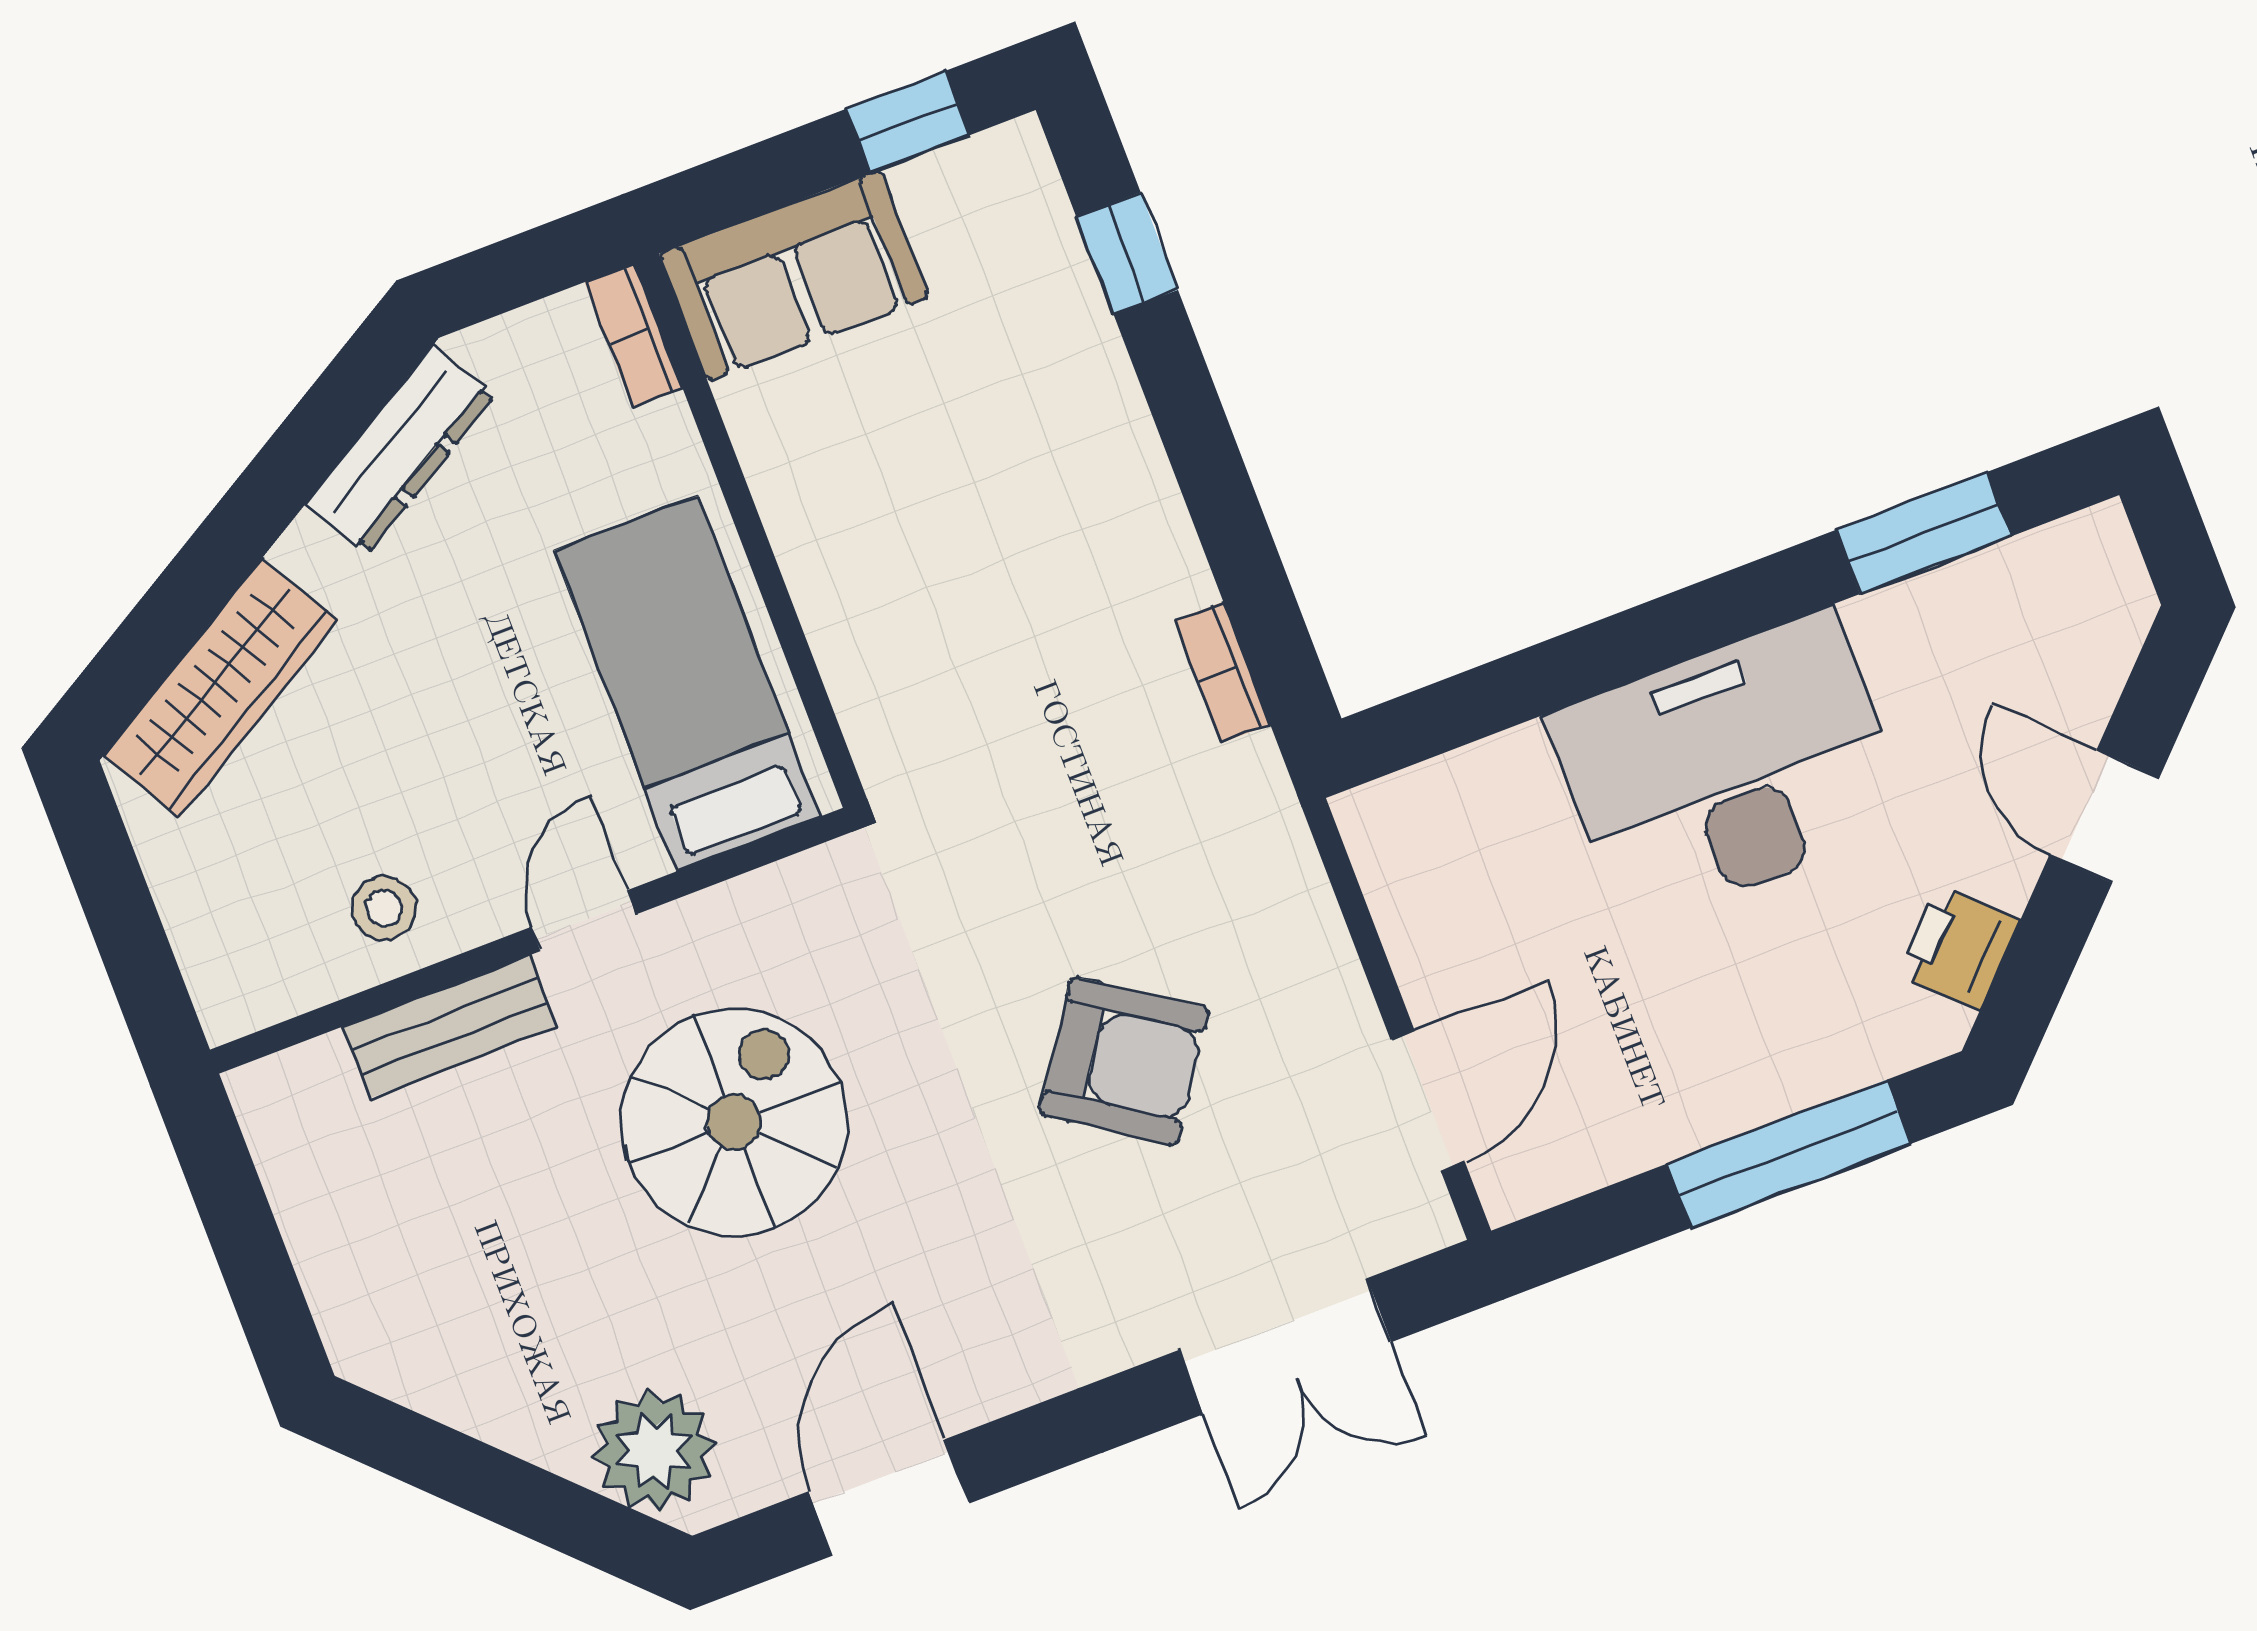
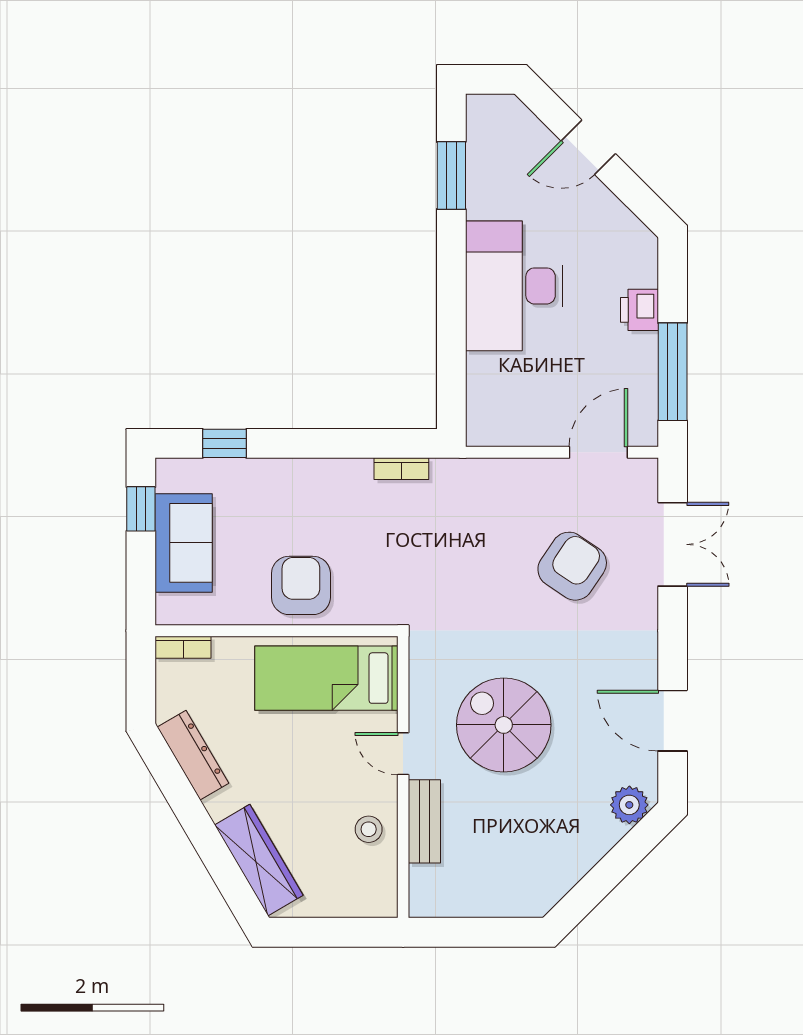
sofa: (794, 275) -> (184, 543), moved
armchair: (874, 547) -> (301, 585), added
printer: (1959, 947) -> (639, 310), moved, turned 45
armchair: (1124, 1061) -> (572, 566), moved
door: (1428, 1101) -> (598, 452), hinge flipped
window: (1789, 1154) -> (673, 372), moved
plant: (654, 1451) -> (629, 805), width x0.73, depth x0.73

